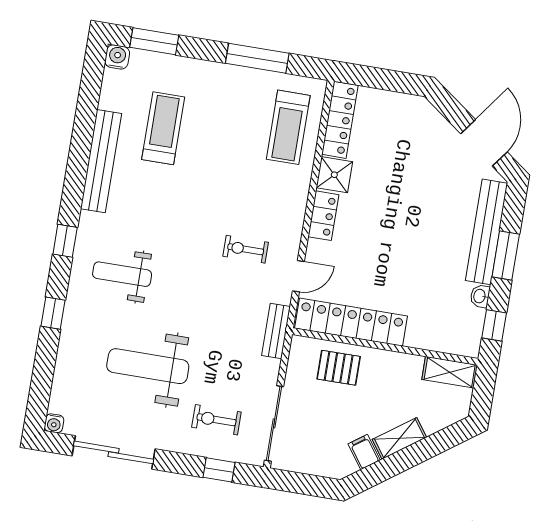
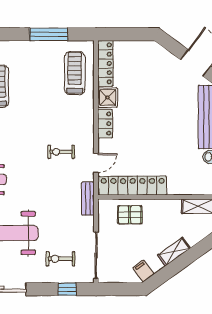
treadmill: (288, 127) -> (75, 73), turned 180
filing cabinet: (364, 452) -> (143, 271), moved

